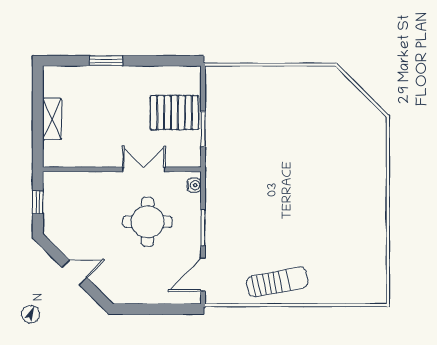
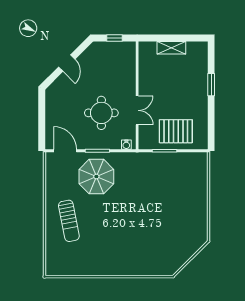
pallet: (174, 113) -> (176, 131), turned 90
parasol: (241, 229) -> (96, 177), added
sun lounger: (277, 282) -> (69, 221), moved

